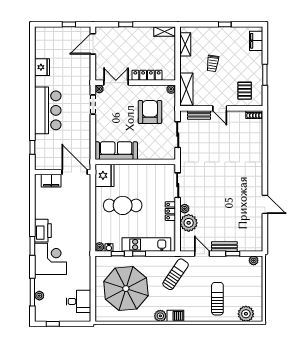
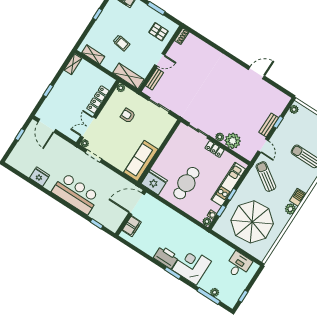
armchair: (150, 112) -> (128, 116), width x0.53, depth x0.53
door: (202, 254) -> (263, 146), swing flipped

